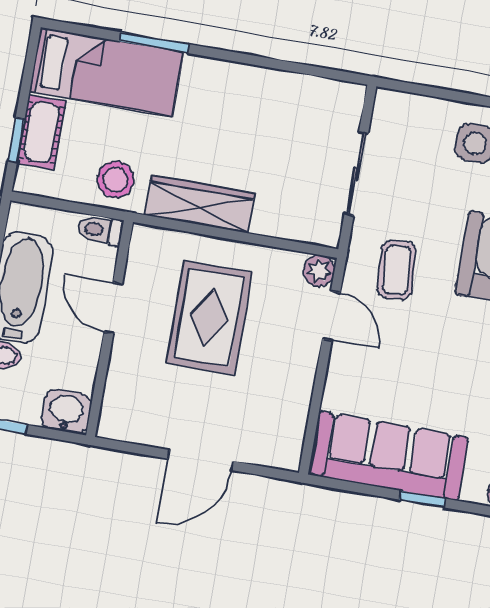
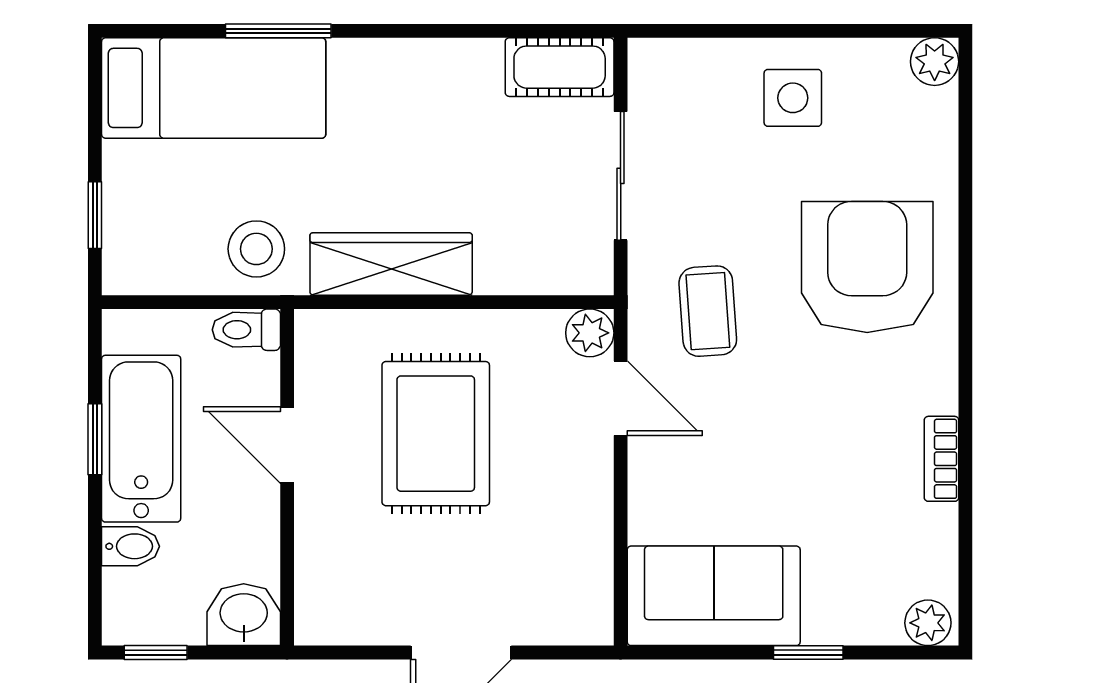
cot: (42, 132) -> (560, 67), moved, turned 90
sofa: (388, 456) -> (714, 596), width x0.73

